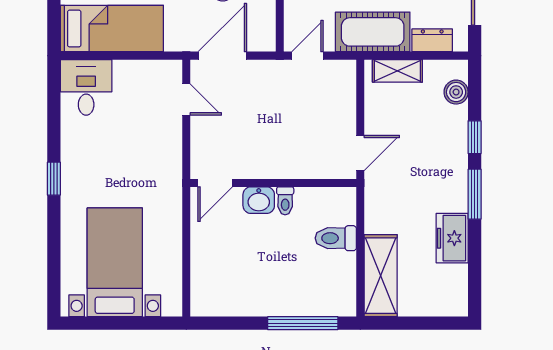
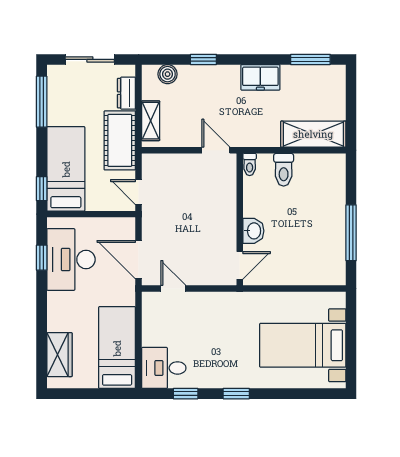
door: (186, 99) -> (173, 288), hinge flipped
window: (54, 115) -> (186, 394), added
door: (215, 183) -> (240, 265), hinge flipped
window: (475, 194) -> (310, 59), moved
toilet: (285, 201) -> (250, 164), moved, turned 90
freezer: (452, 238) -> (260, 77), moved
window: (303, 323) -> (351, 233), moved

